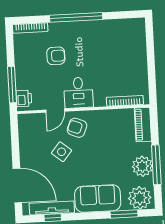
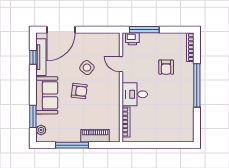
desk: (78, 93) -> (135, 94), moved
piano: (143, 125) -> (95, 136), moved
armchair: (77, 128) -> (79, 91), moved, turned 75
plant: (142, 166) -> (71, 134), removed
plant: (140, 198) -> (41, 130), width x0.53, depth x0.53

